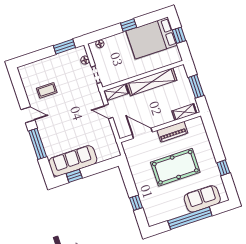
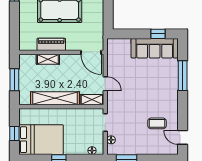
shelving: (184, 112) -> (48, 59), moved
door: (28, 115) -> (183, 137), moved
door: (142, 133) -> (91, 52), moved

